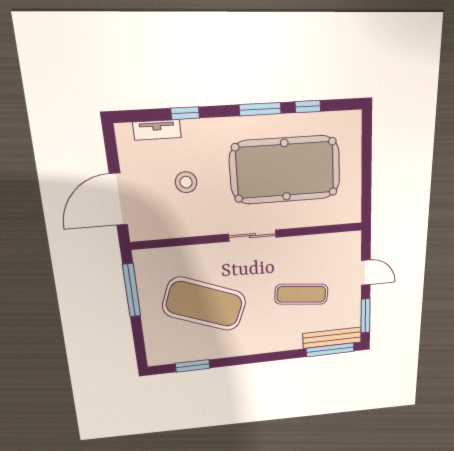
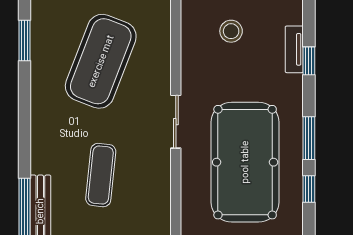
tv unit: (157, 130) -> (294, 49), moved
stool: (186, 182) -> (231, 31), moved

